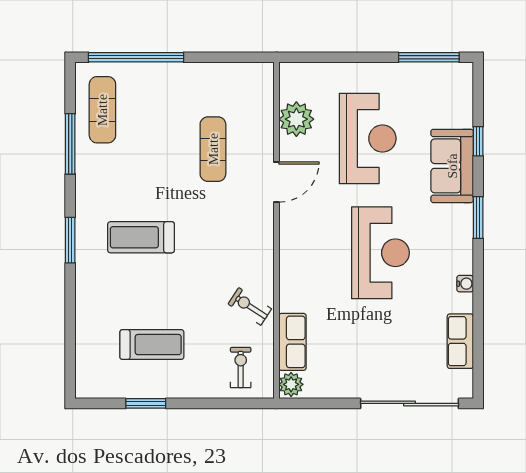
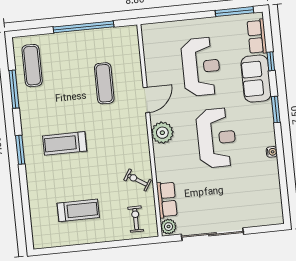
window: (136, 57) -> (83, 27), moved
plant: (296, 119) -> (162, 133), moved
row of seats: (460, 341) -> (257, 37), moved
window: (146, 403) -> (78, 248), removed
sliding door: (409, 403) -> (213, 234), moved

